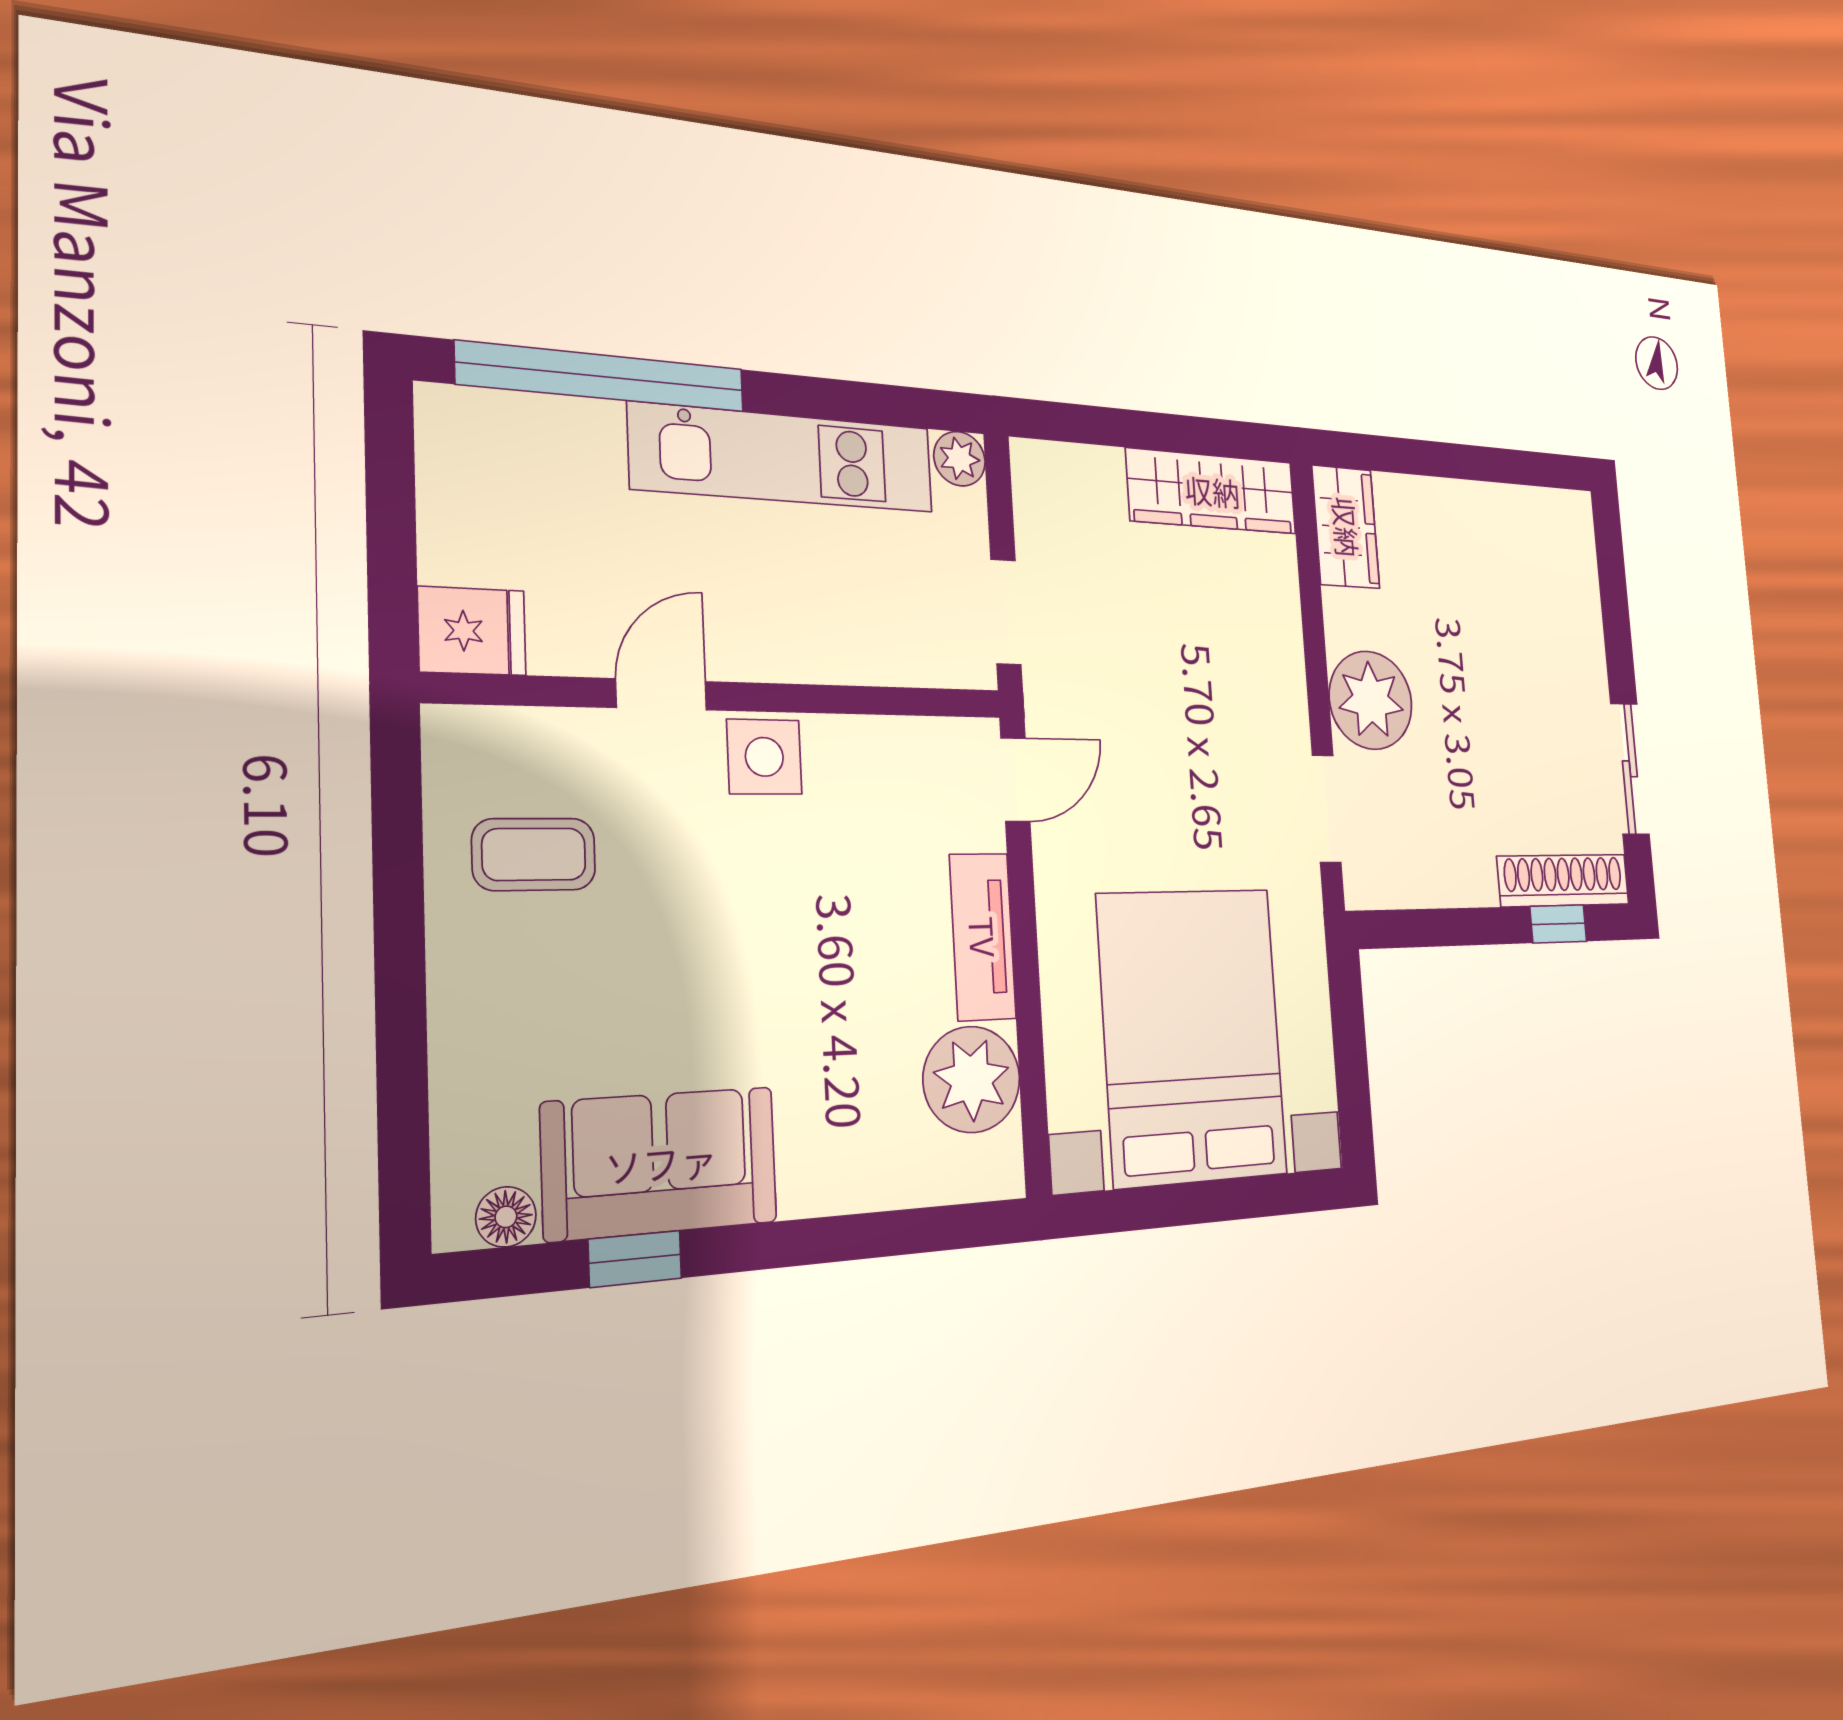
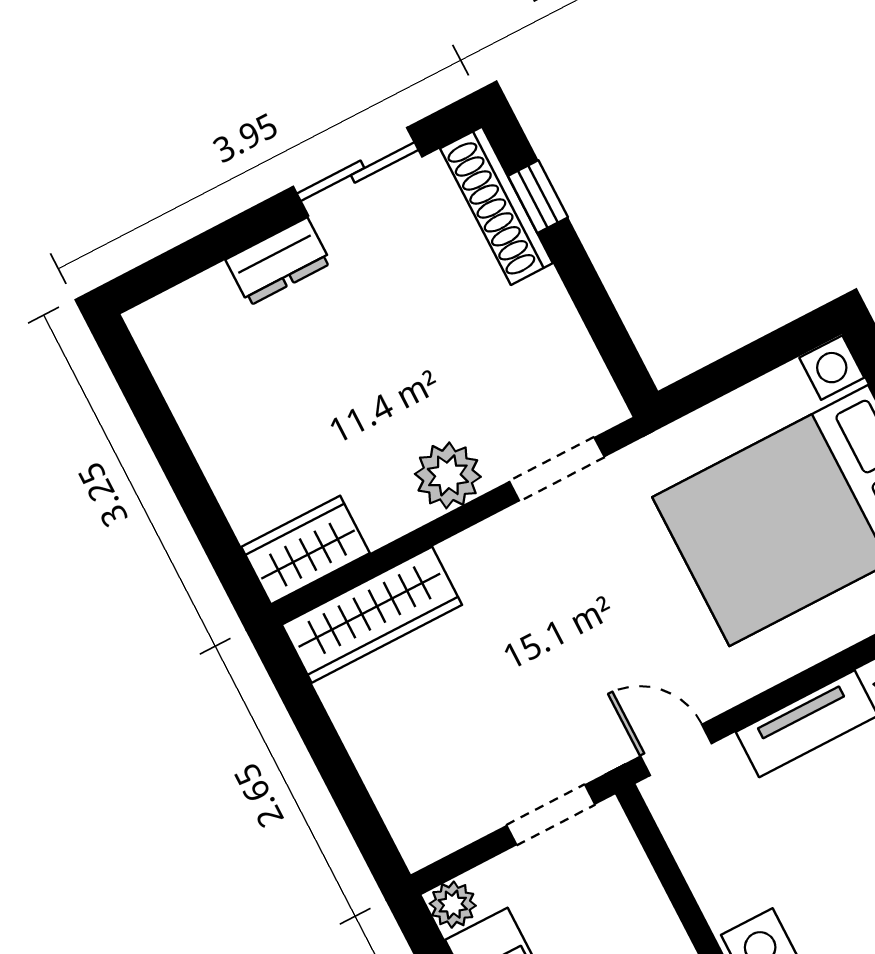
wardrobe: (1212, 491) -> (372, 615), moved, turned 90
dresser: (1585, 654) -> (278, 261), added
plant: (1371, 700) -> (448, 475), width x0.73, depth x0.73

